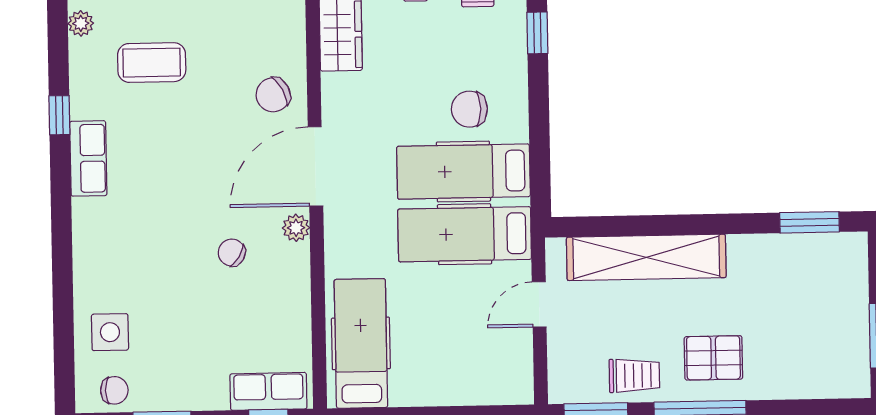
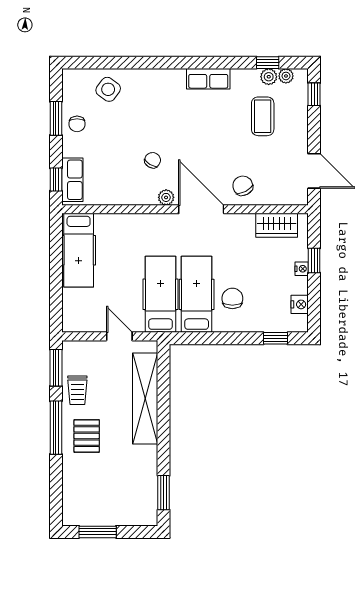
plant: (83, 53) -> (269, 77), added
window: (59, 115) -> (268, 63), moved
side table: (110, 332) -> (108, 89), turned 36
hospital bed: (361, 343) -> (79, 250), moved, turned 90
chair: (114, 390) -> (77, 124), moved

